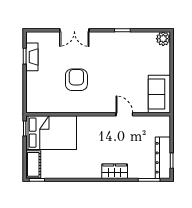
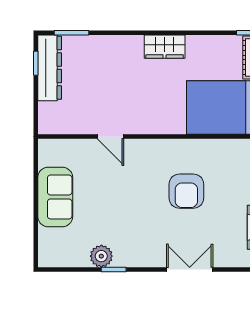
plant: (163, 39) -> (101, 256), moved
sofa: (159, 94) -> (55, 197), moved
wardrobe: (115, 171) -> (165, 47), moved

